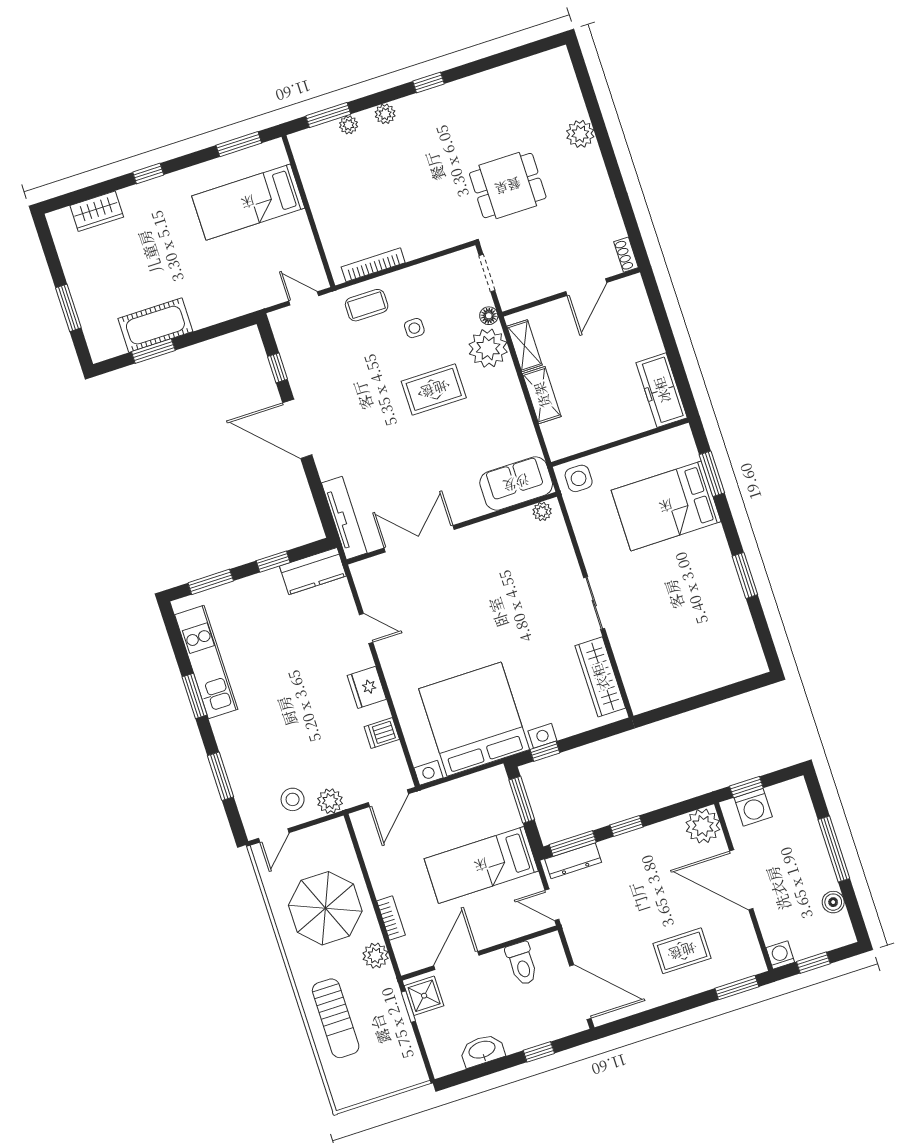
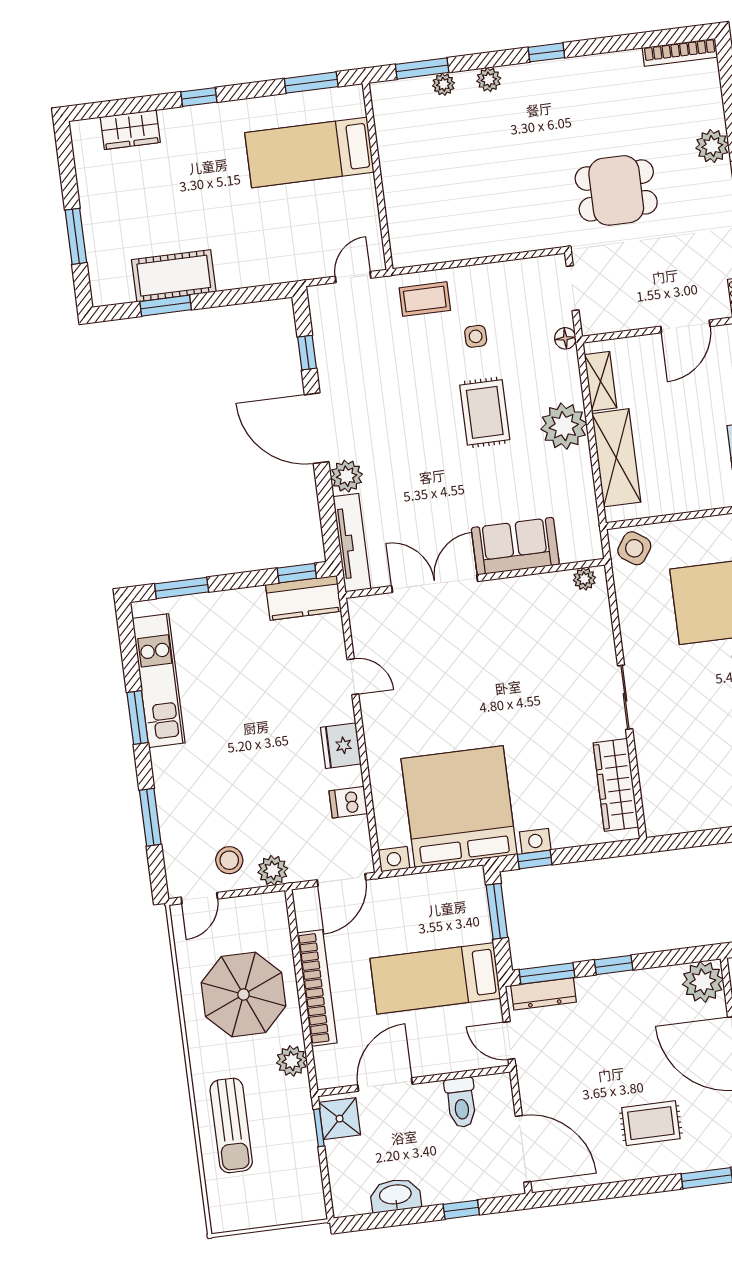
bookcase: (373, 265) -> (680, 52), moved, turned 180
door: (304, 298) -> (353, 277), hinge flipped
plant: (488, 348) -> (564, 426), moved
rug: (434, 389) -> (485, 412), turned 90
shelving: (542, 395) -> (616, 458), width x1.50, depth x1.33
plant: (329, 464) -> (347, 476), added
side table: (579, 478) -> (634, 548), turned 35
sofa: (516, 483) -> (515, 546), moved
window: (273, 562) -> (297, 573), moved
bookcase: (391, 918) -> (317, 988), width x2.31, depth x1.31

